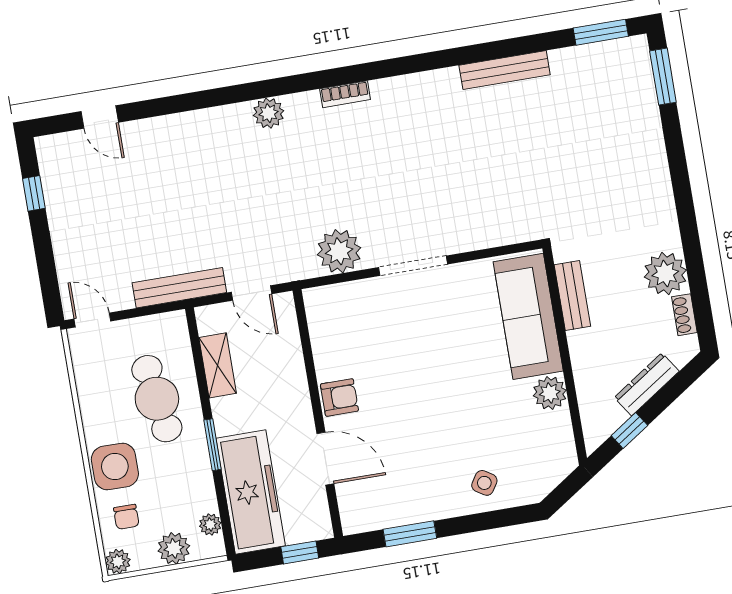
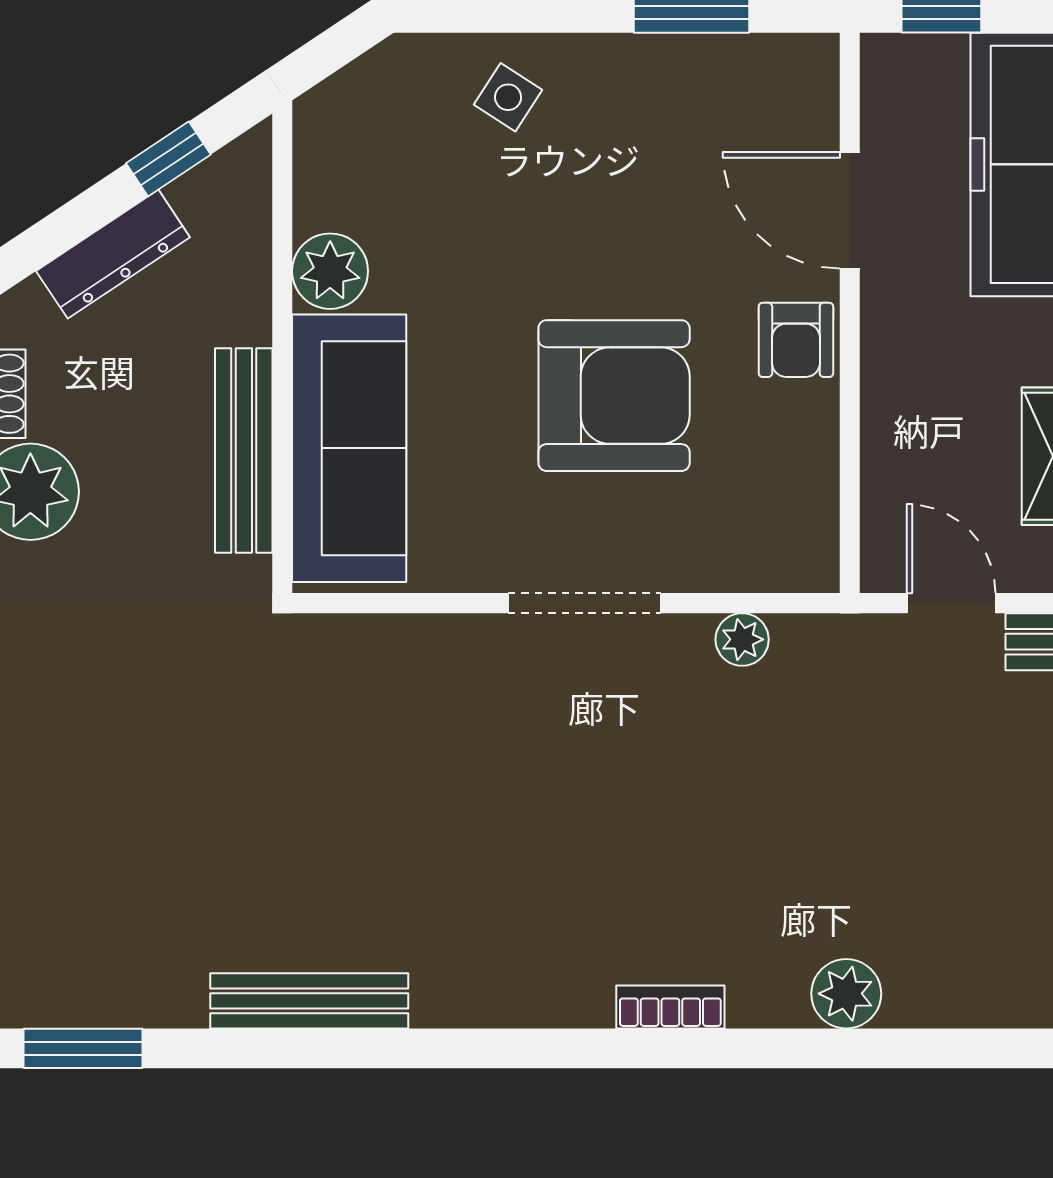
plant: (339, 251) -> (742, 639), width x0.53, depth x0.53
bench: (572, 296) -> (244, 450), width x1.36
armchair: (415, 359) -> (614, 396), added
armchair: (339, 397) -> (796, 340), turned -90

